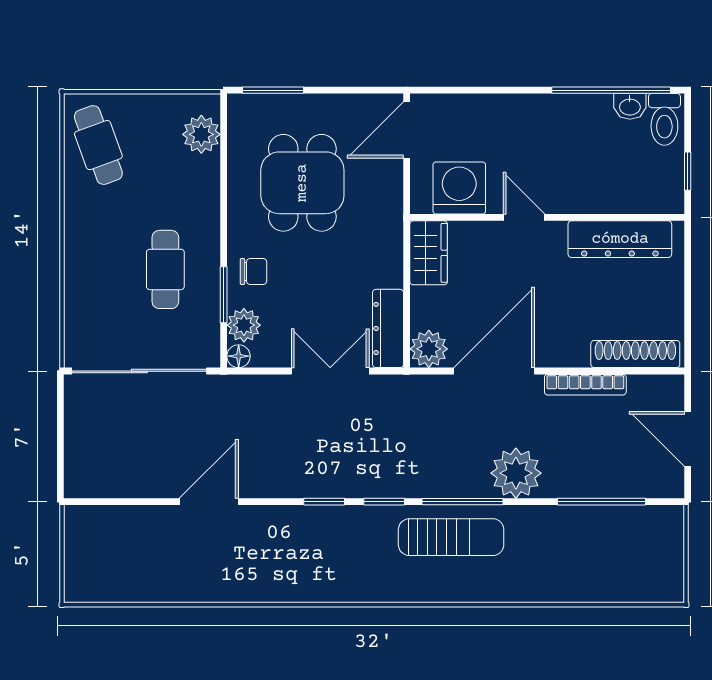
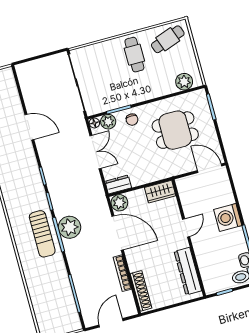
washing machine: (459, 188) -> (228, 217), moved, turned 180
cafe table: (165, 269) -> (134, 55), moved, turned 90
dresser: (388, 328) -> (118, 185), width x0.70
double door: (330, 371) -> (96, 152), moved
plant: (516, 473) -> (70, 227), moved

